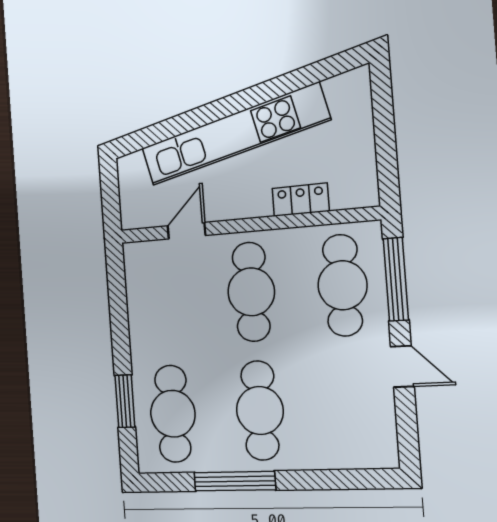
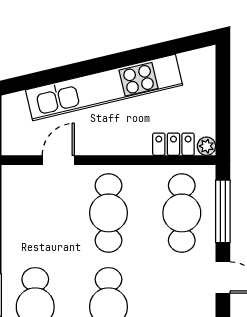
plant: (368, 196) -> (206, 146), added
locker: (301, 200) -> (173, 144), moved

